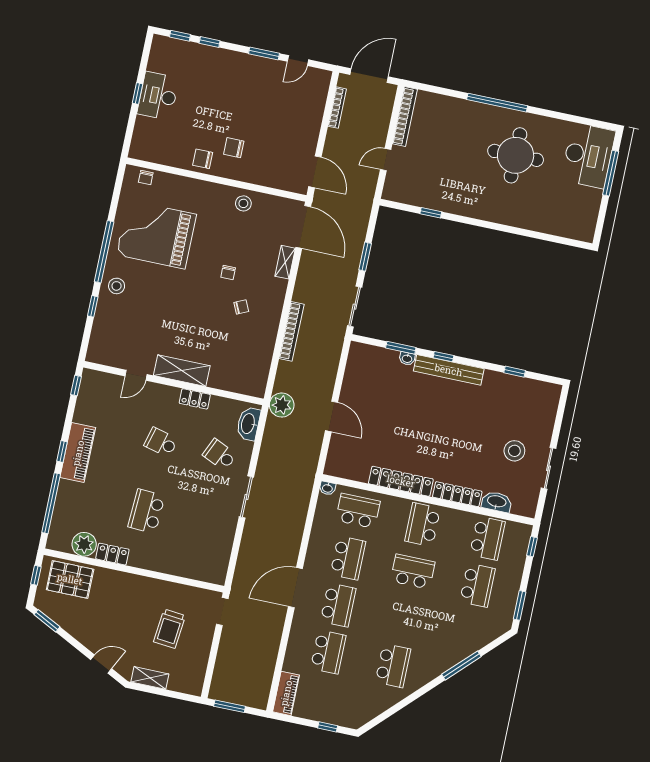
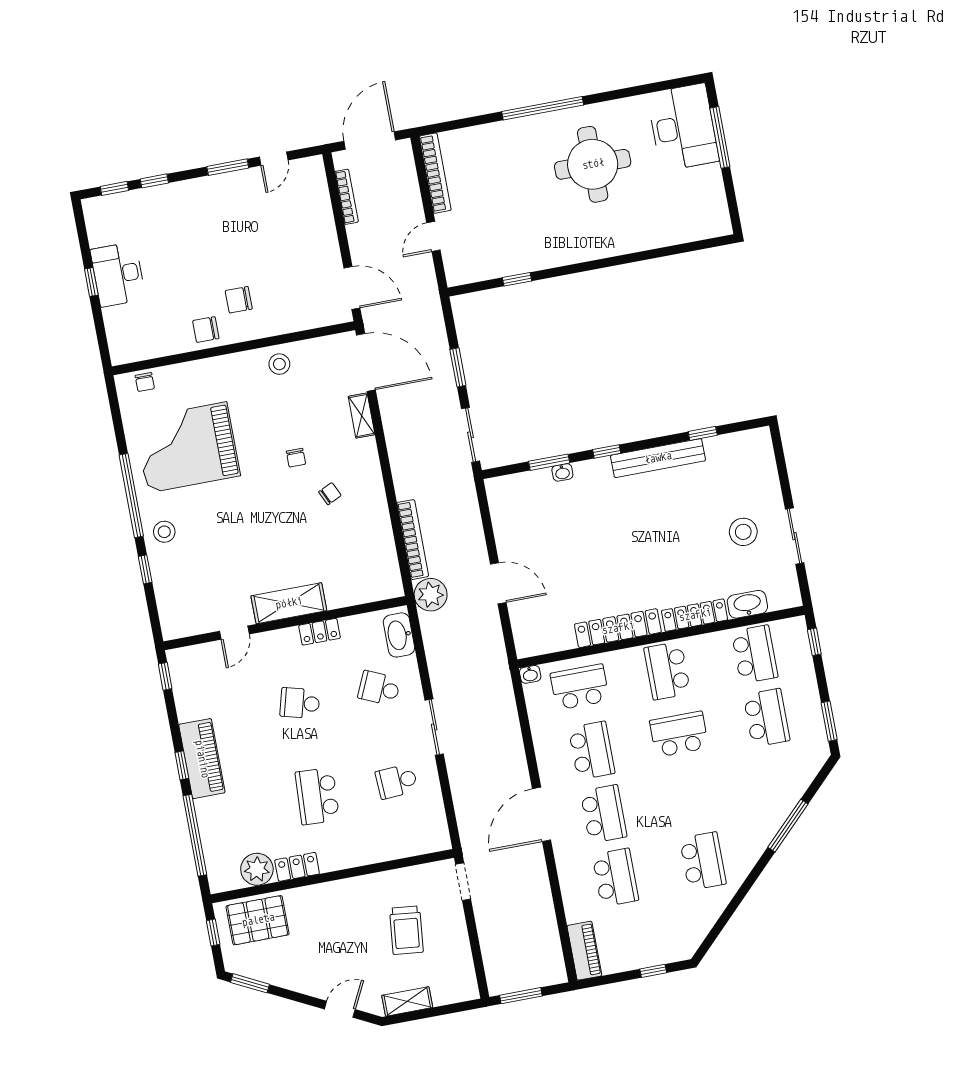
bookcase: (292, 331) -> (413, 540), moved
bench: (449, 370) -> (658, 458), moved
school desk: (205, 524) -> (397, 781), added

